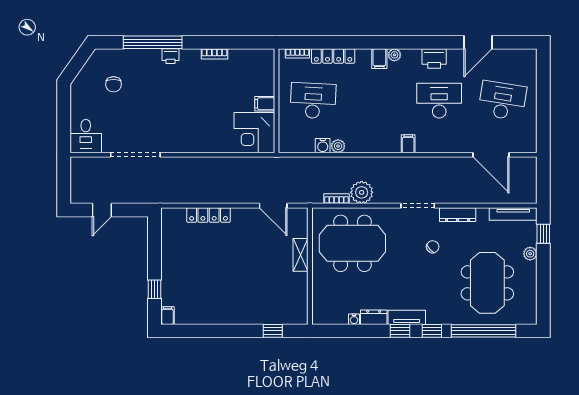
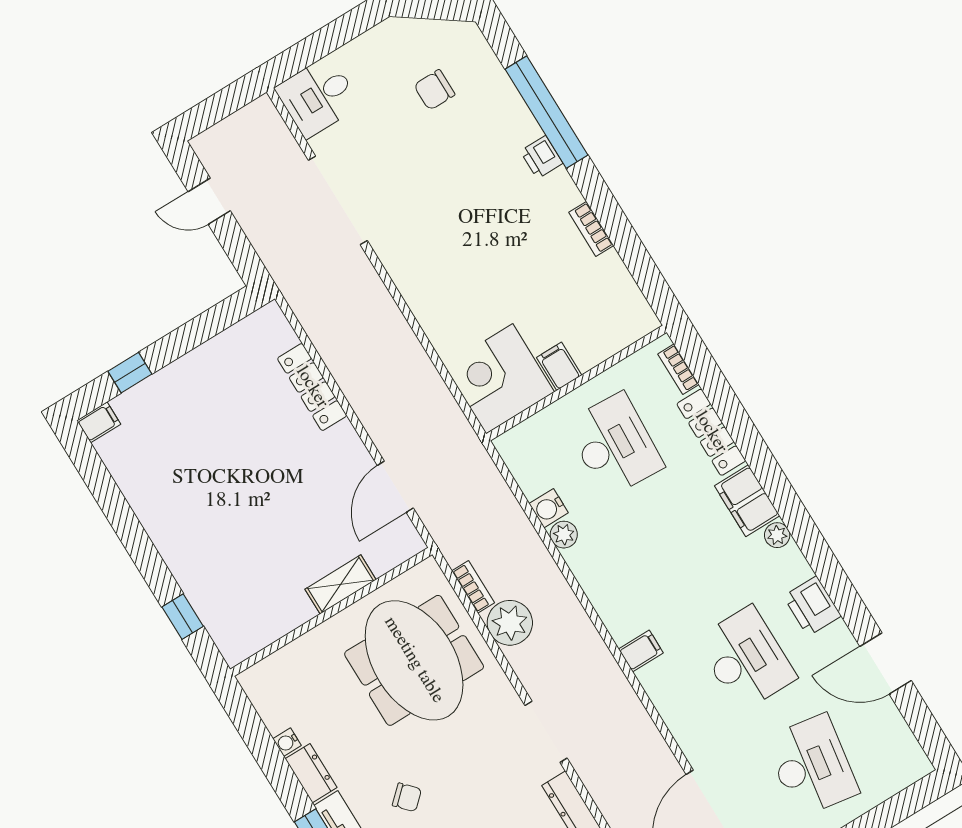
filing cabinet: (379, 59) -> (747, 501), width x2.00
chair: (433, 247) -> (407, 797), moved

